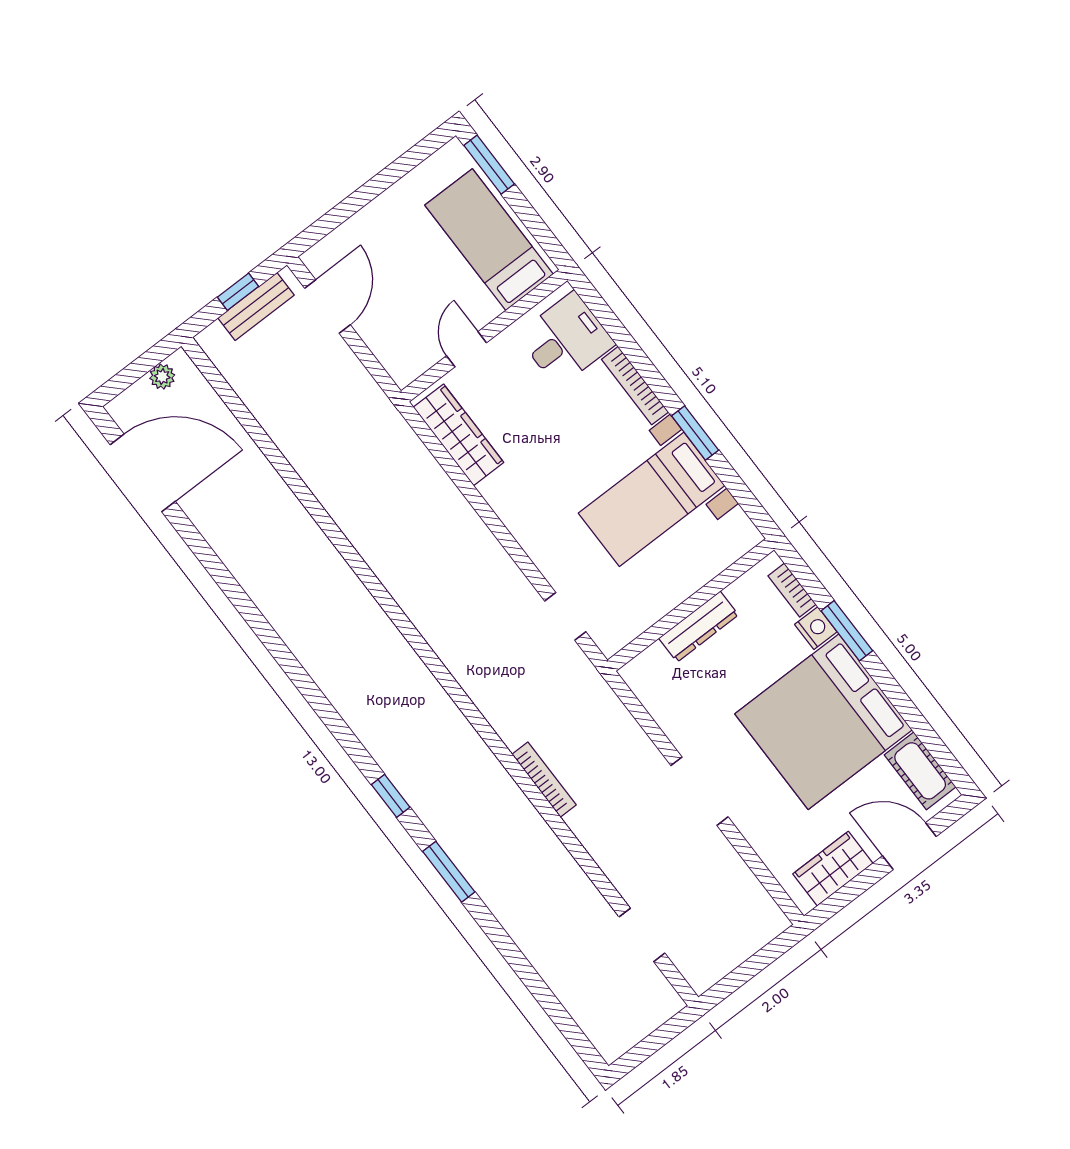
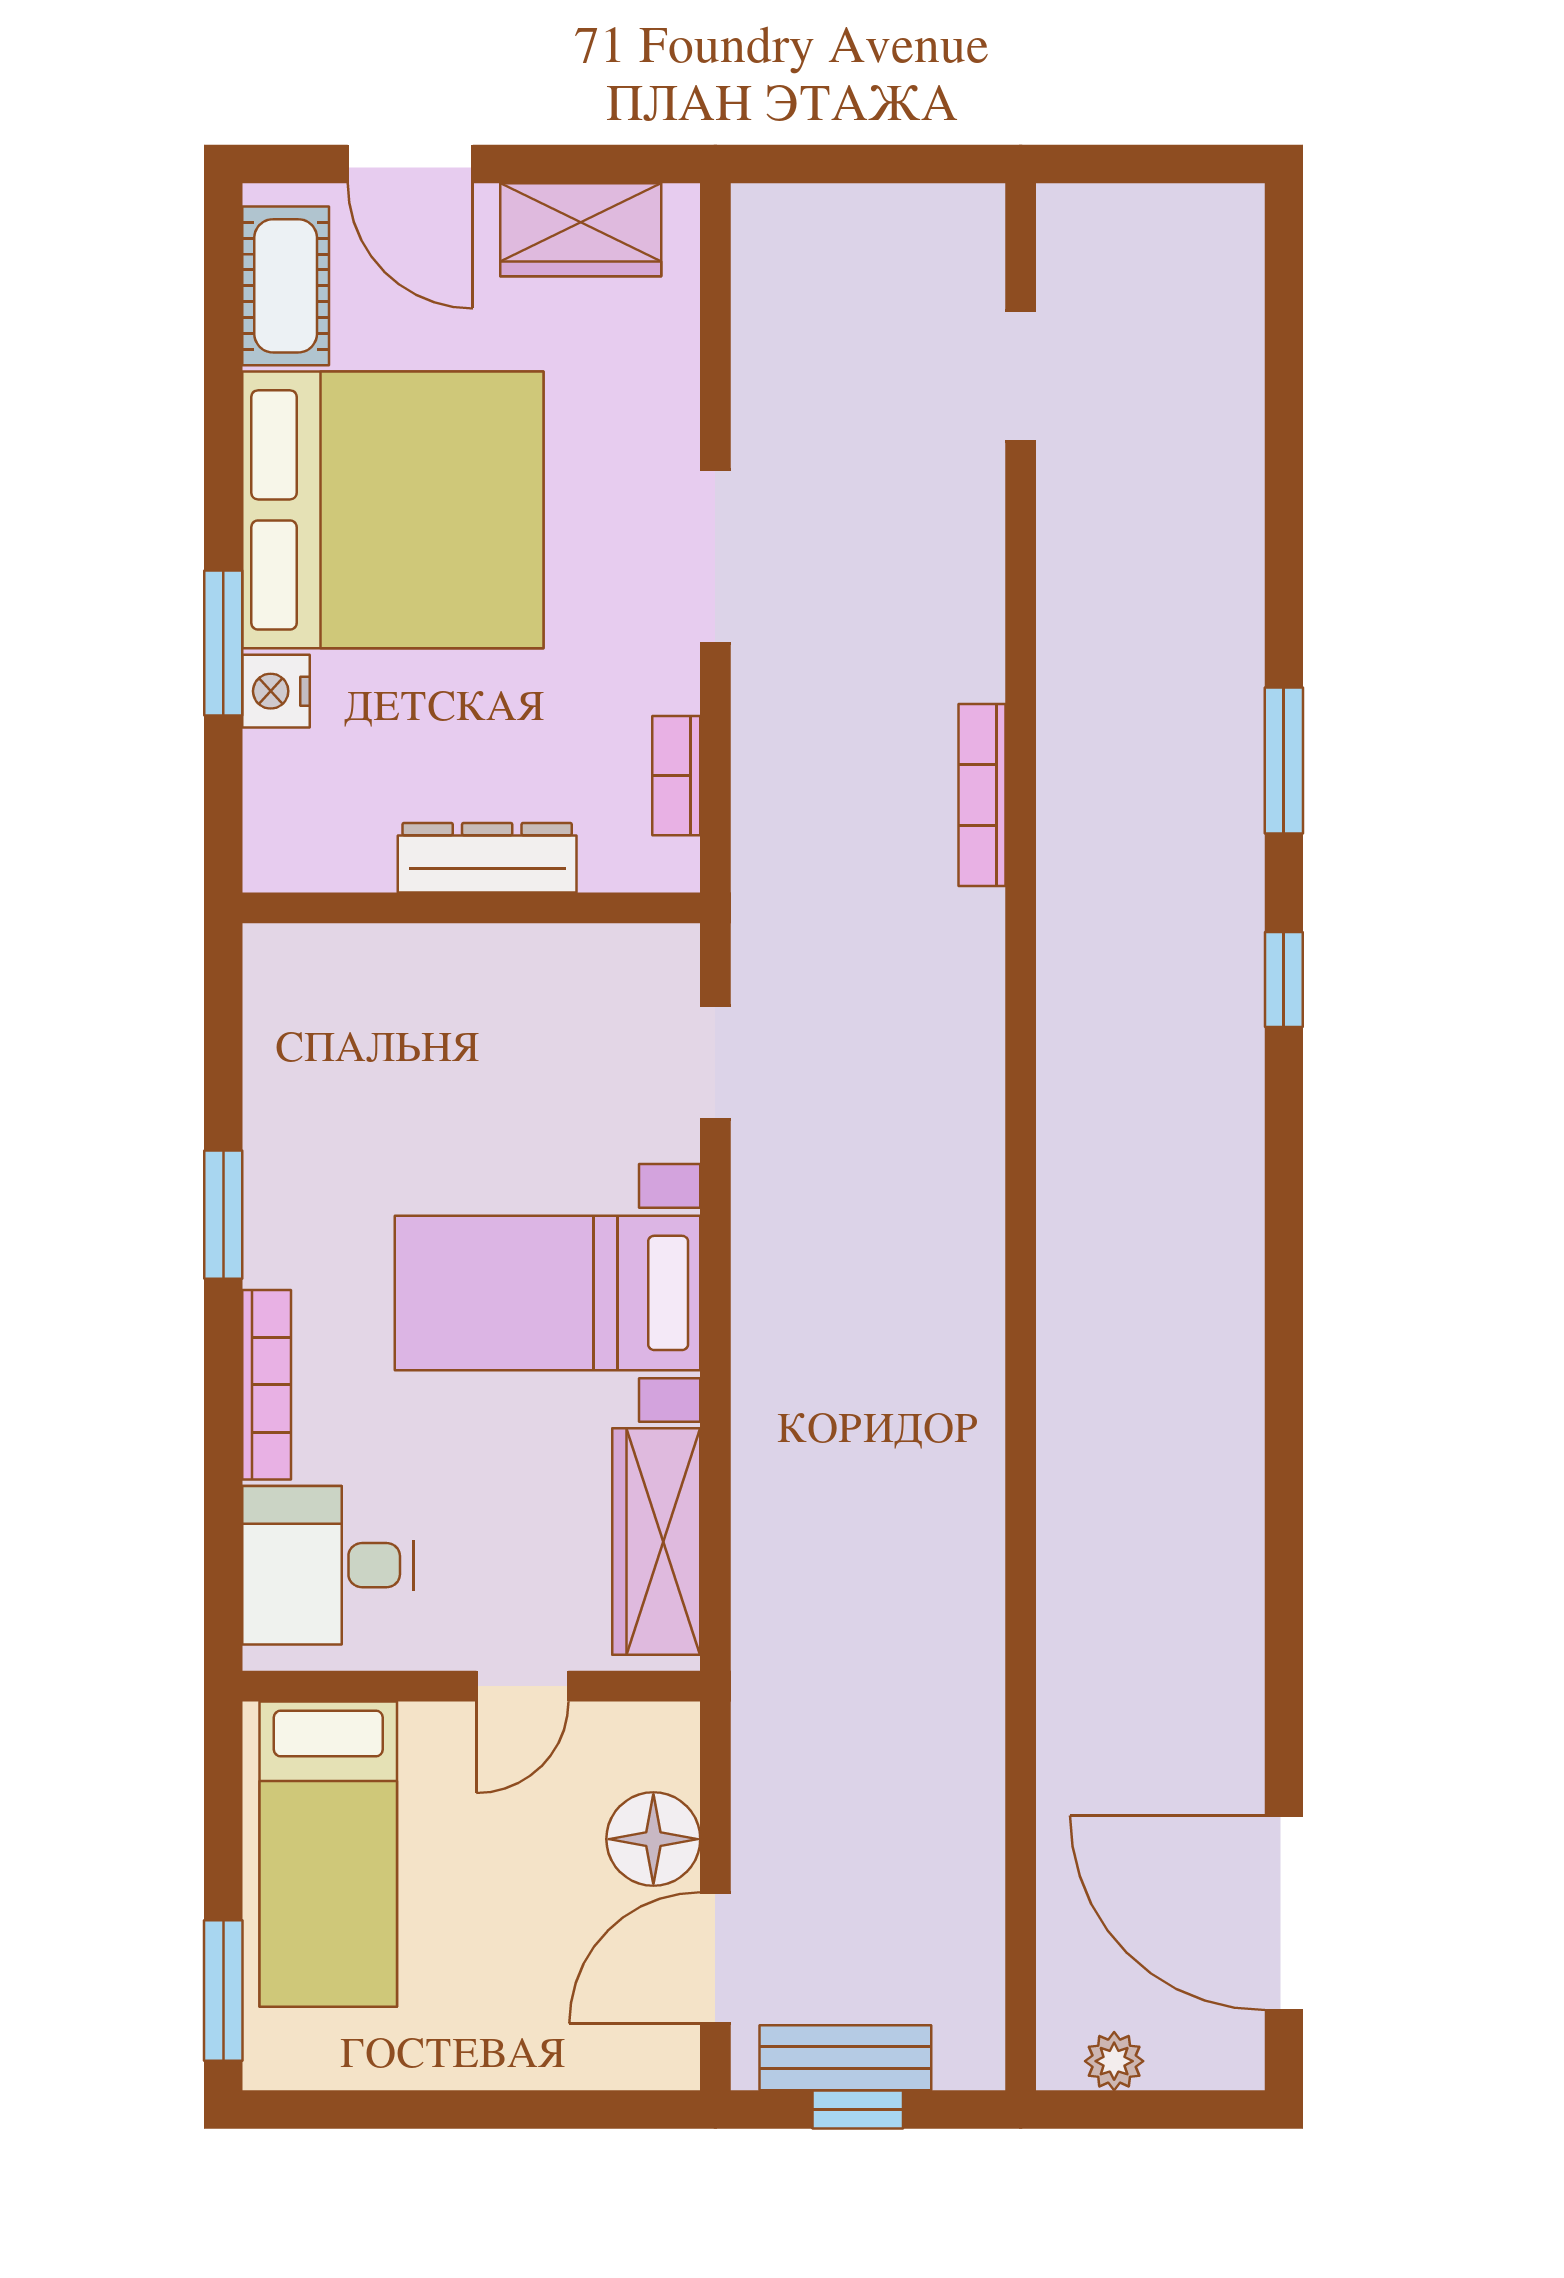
floor lamp: (381, 331) -> (653, 1839), added
bed with nightstands: (652, 499) -> (547, 1293), moved, turned 180
bookcase: (792, 590) -> (676, 776), moved, turned 180

